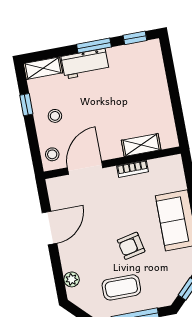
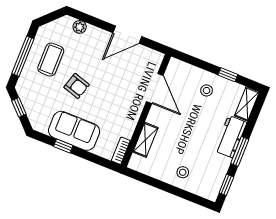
stool: (52, 154) -> (183, 172), moved
bookcase: (132, 169) -> (121, 151), moved
door: (49, 228) -> (127, 35), hinge flipped
armchair: (131, 246) -> (77, 86), turned 119

